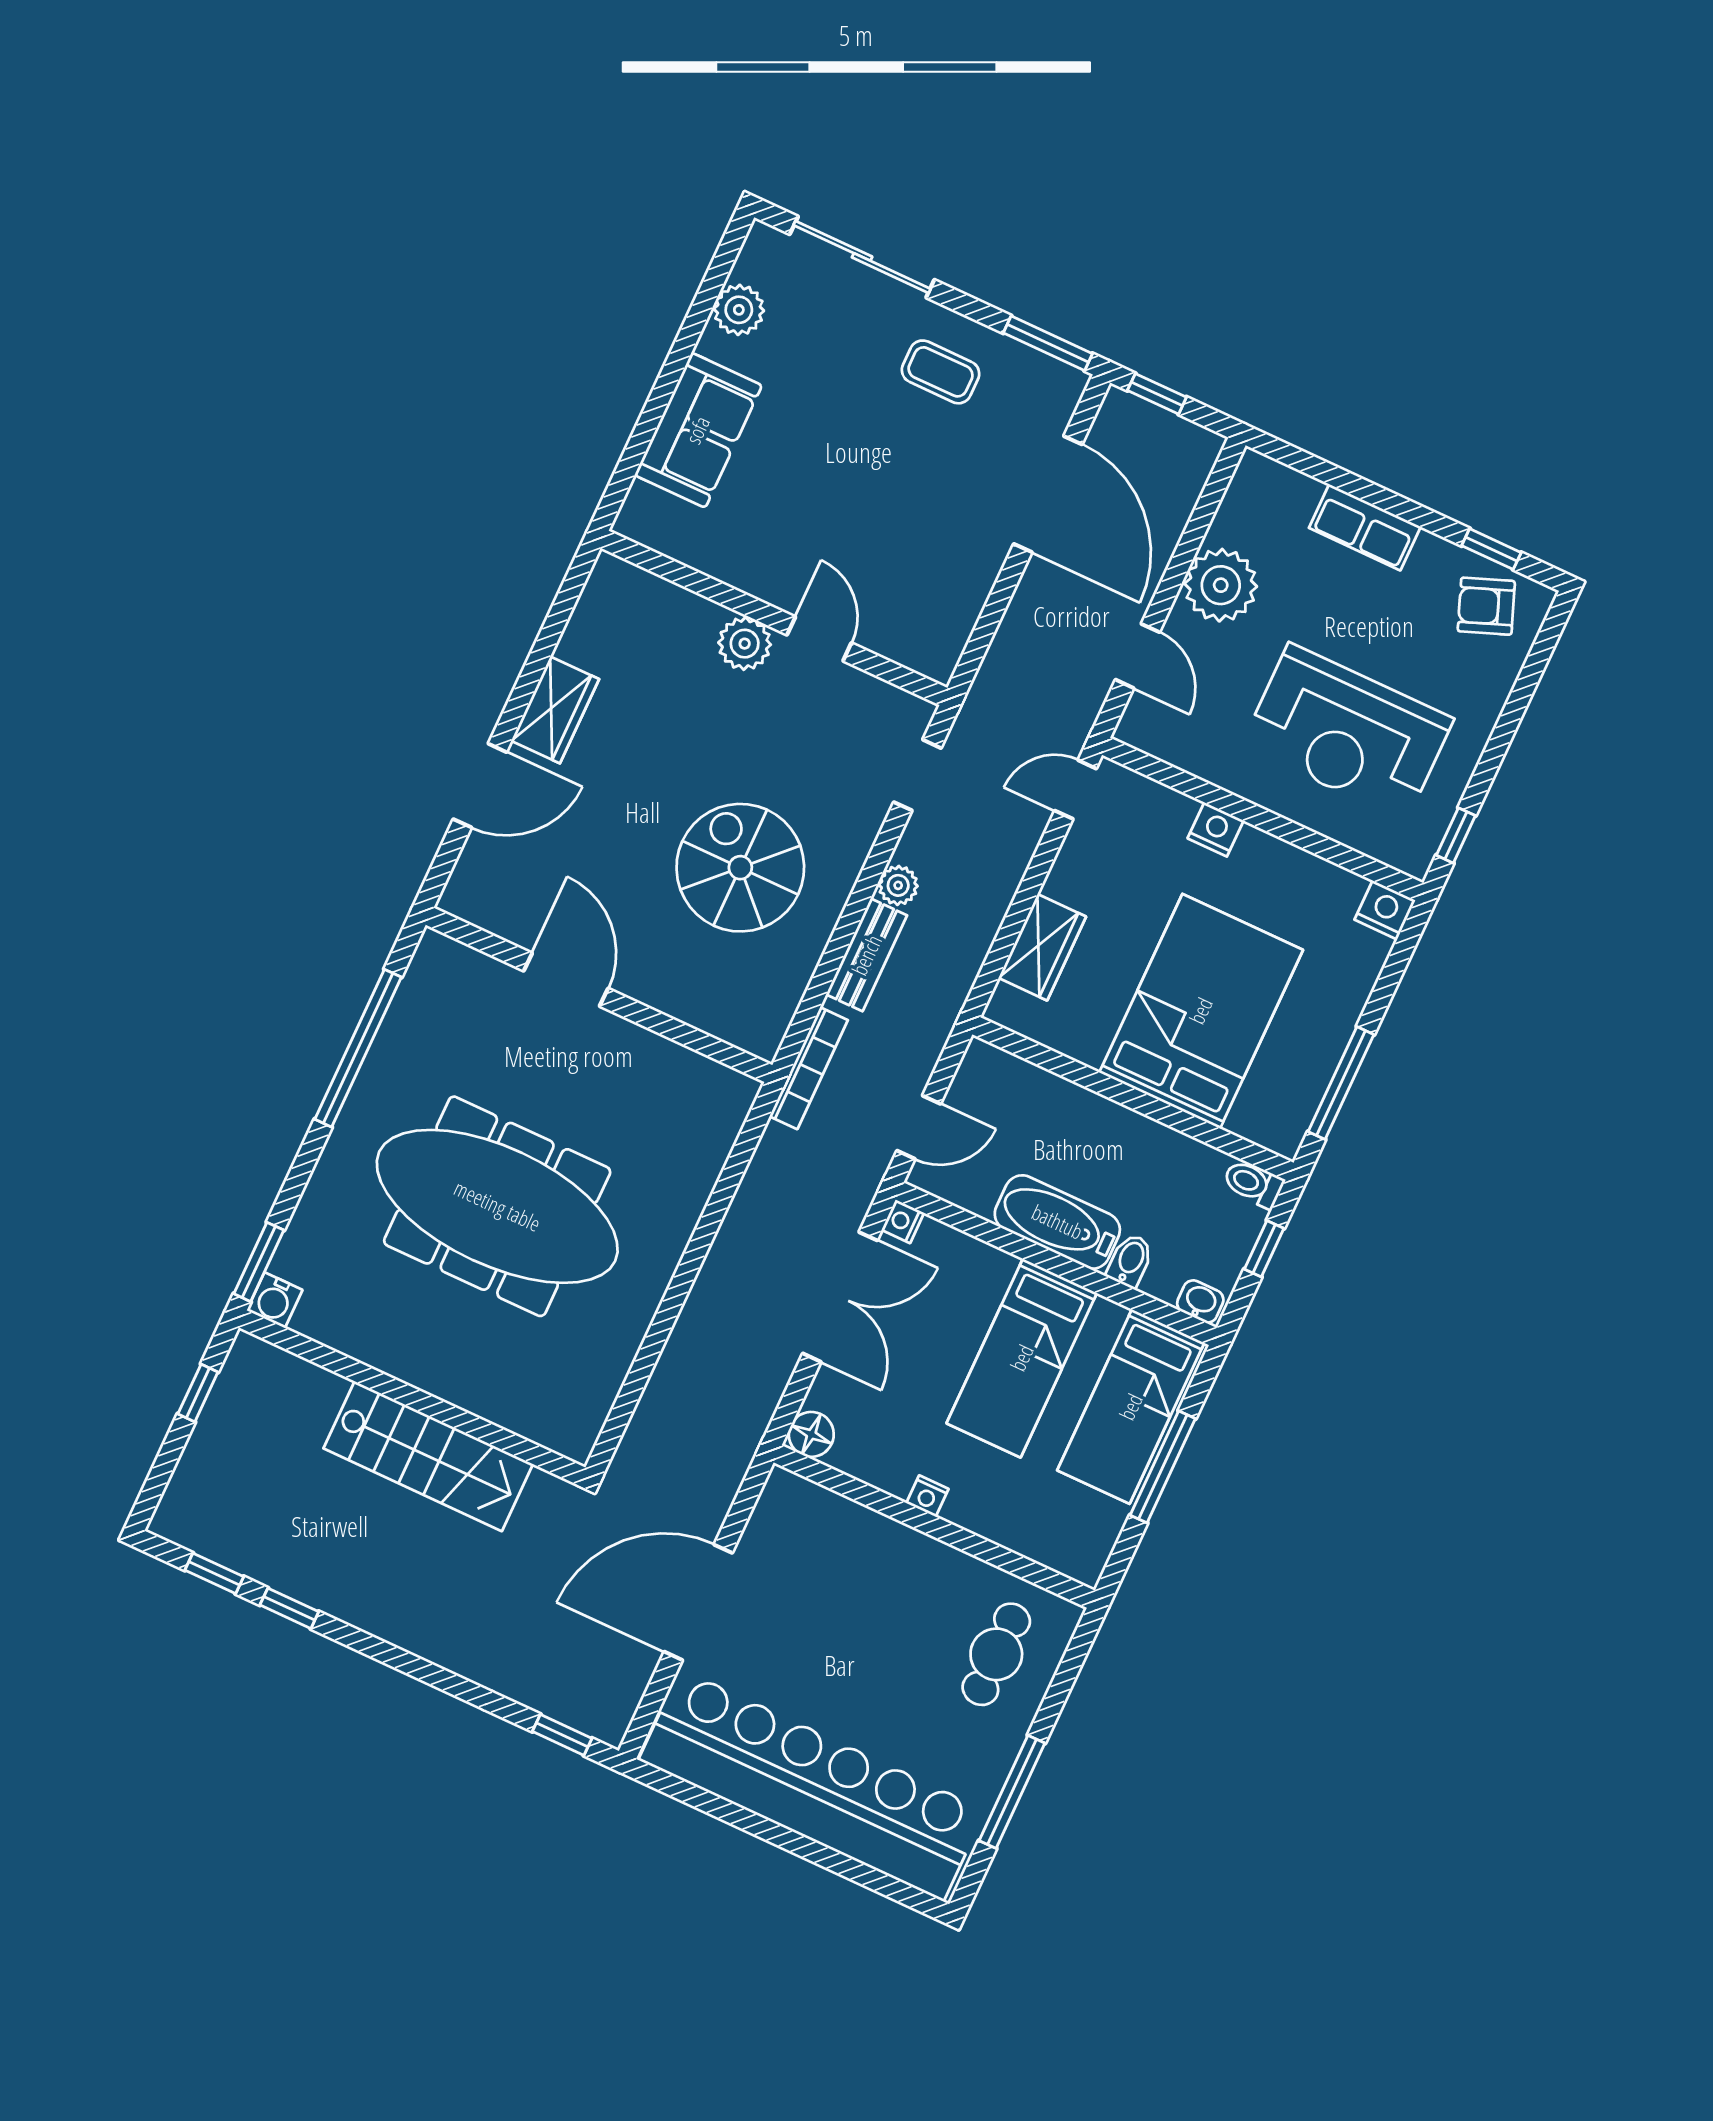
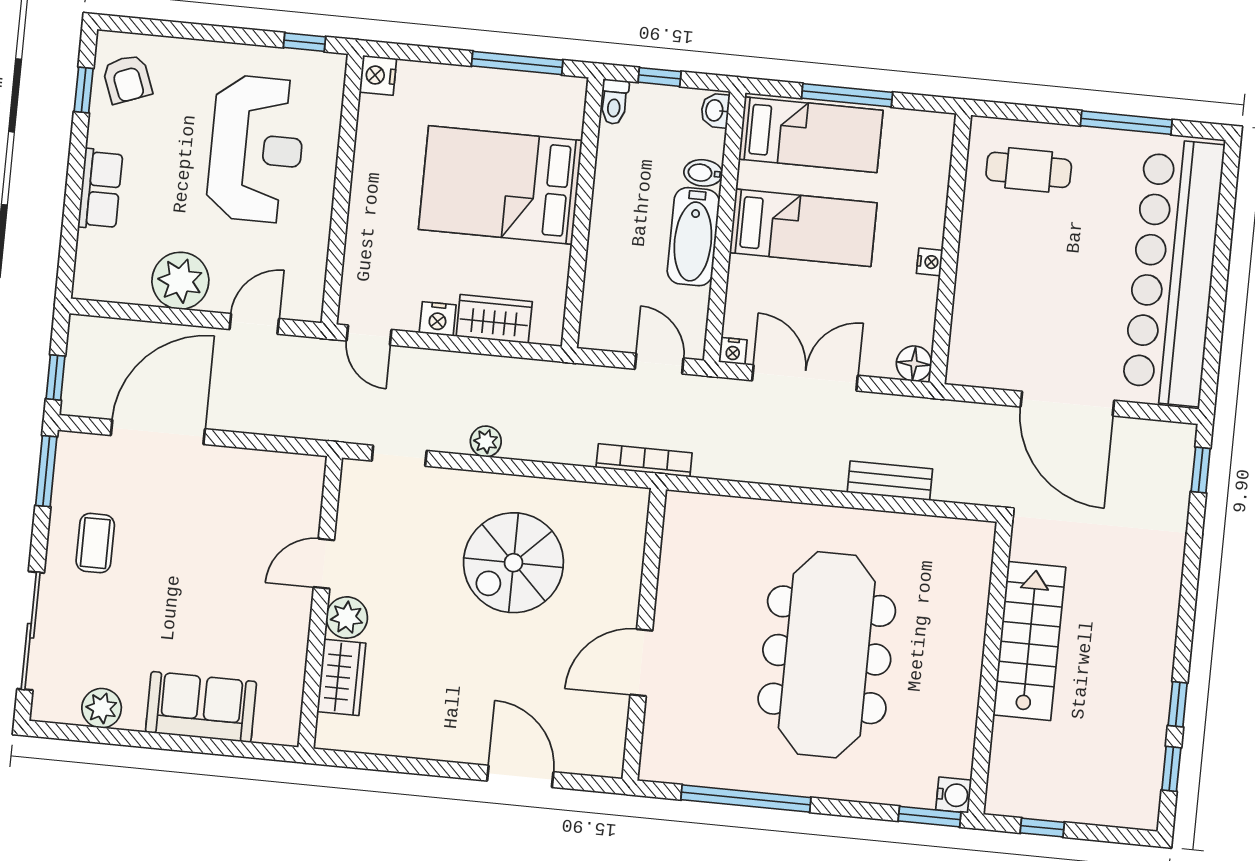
wardrobe: (555, 710) -> (341, 677), moved, turned 90
nightstand: (1216, 829) -> (438, 319), moved, turned -90
bench: (867, 955) -> (890, 481), moved

